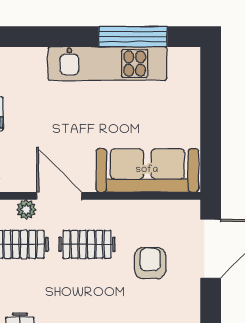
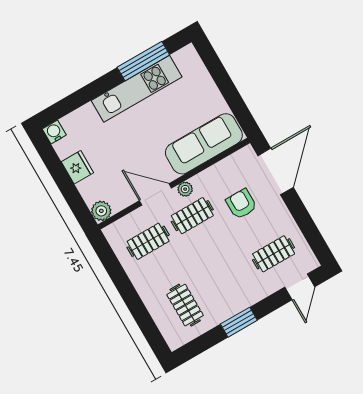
plant: (26, 209) -> (185, 189), moved

